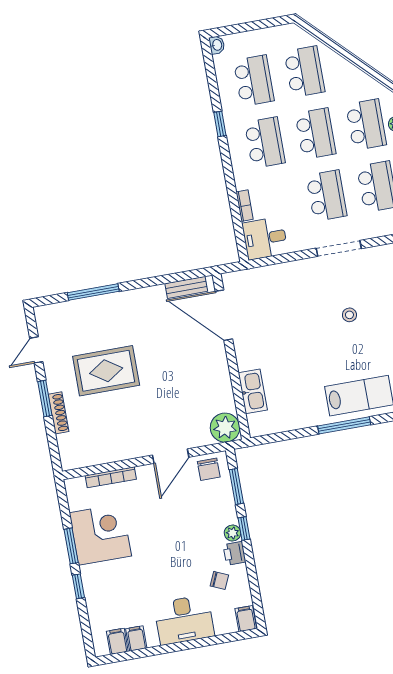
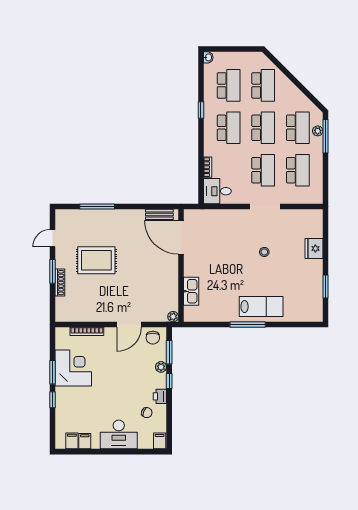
plant: (225, 428) -> (173, 317), width x0.53, depth x0.53
plant: (232, 533) -> (161, 367), moved

